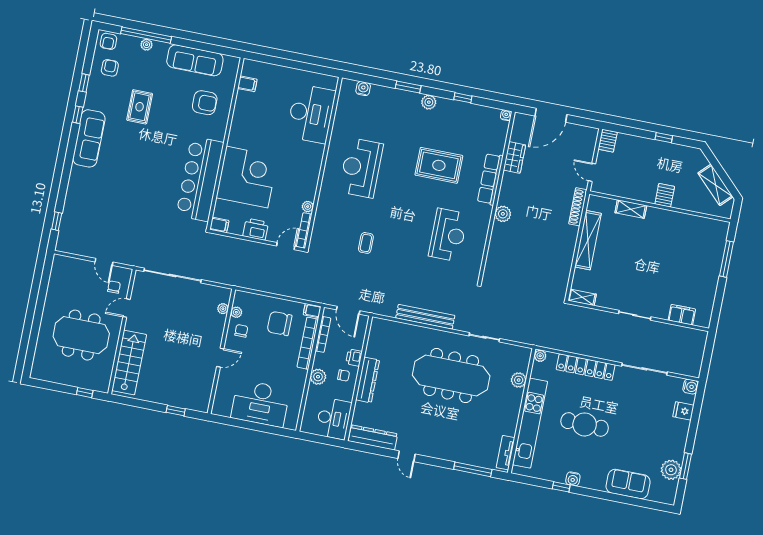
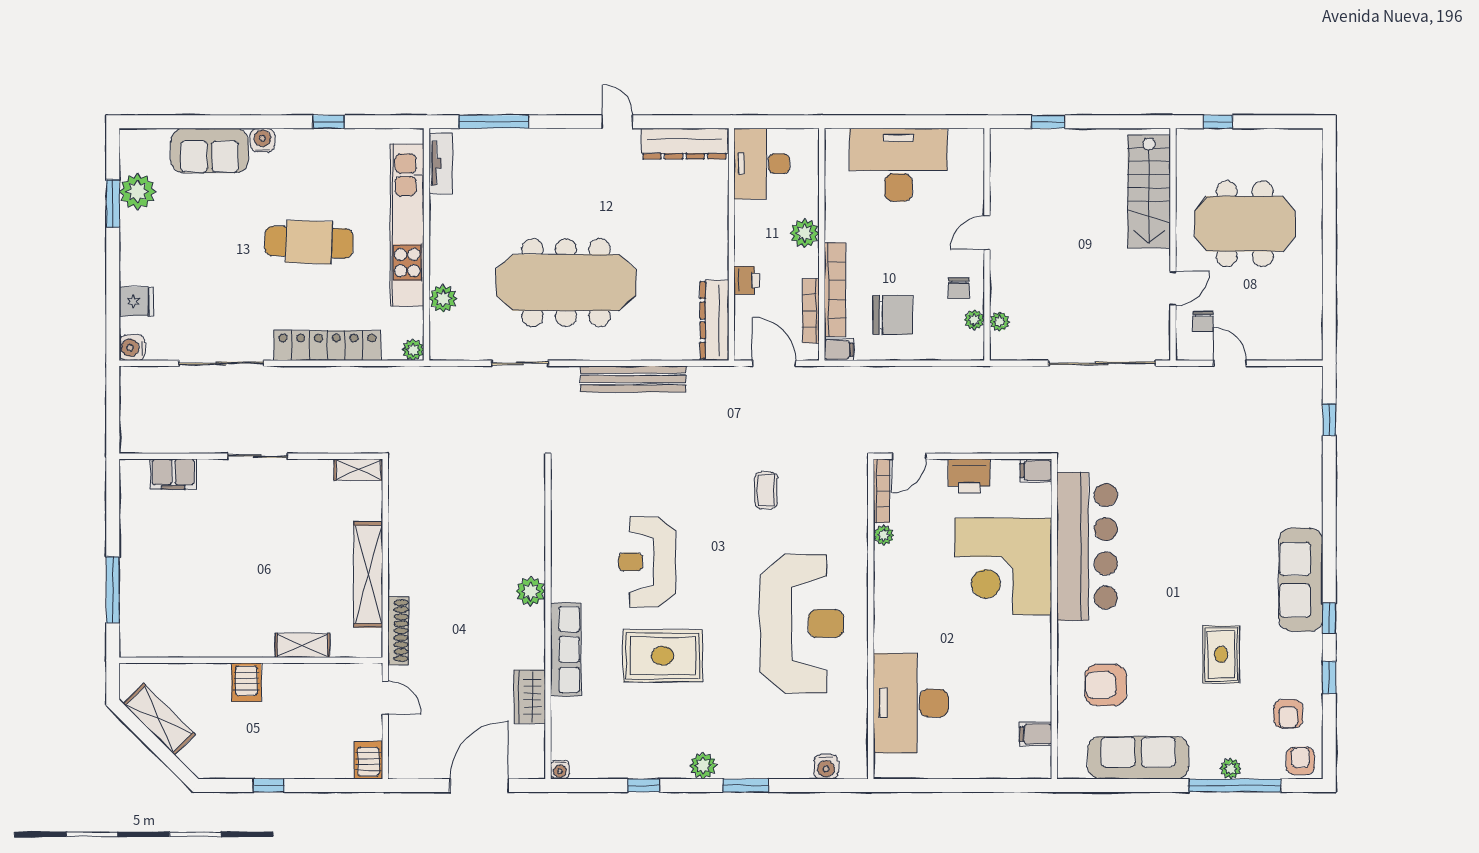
reception desk: (361, 168) -> (802, 624), width x1.36, depth x1.30
reception desk: (448, 235) -> (647, 562), moved
chair: (344, 375) -> (759, 244), removed
dresser: (368, 380) -> (714, 320), moved
water cooler: (573, 479) -> (262, 140), moved

